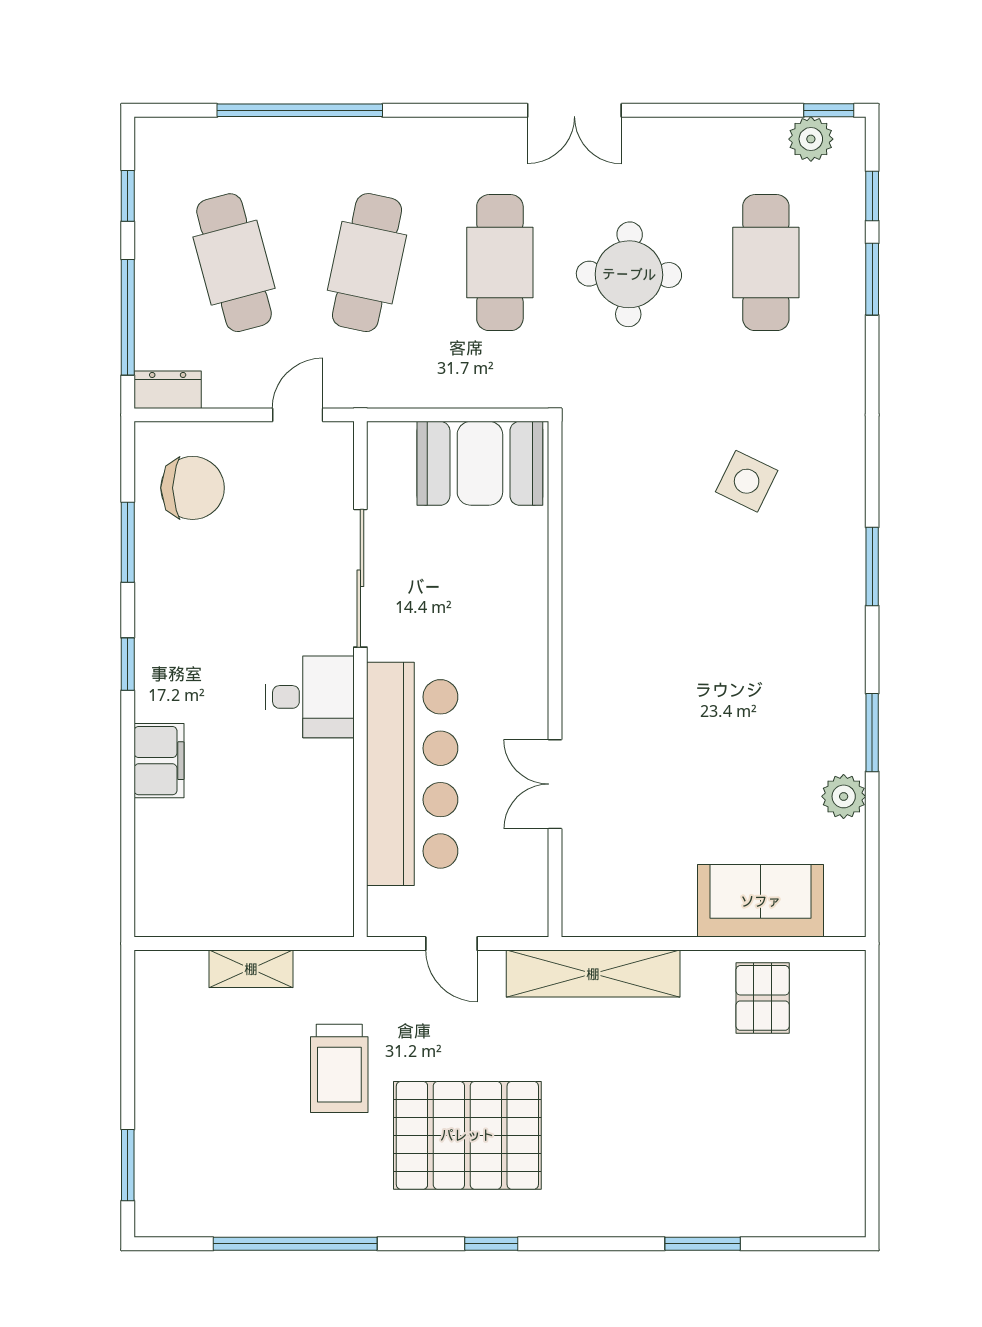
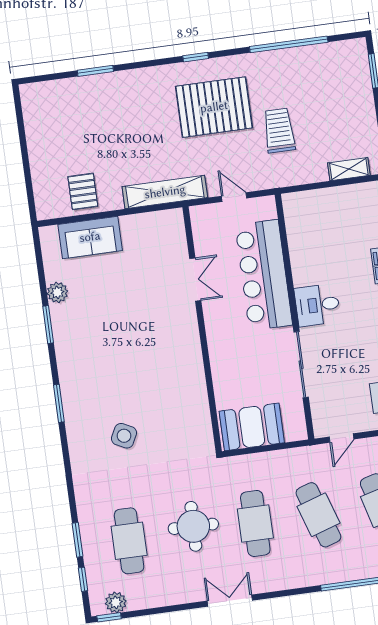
cafe table: (367, 263) -> (318, 515), turned -30
shelving: (251, 969) -> (349, 169), moved

